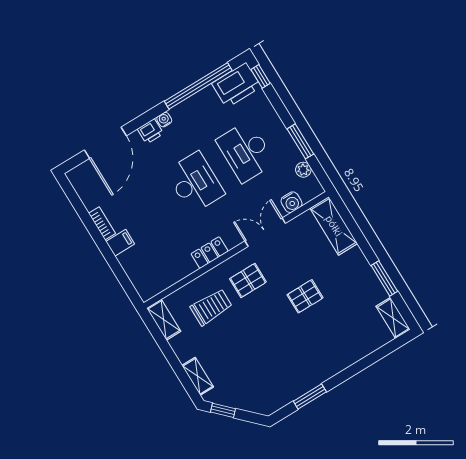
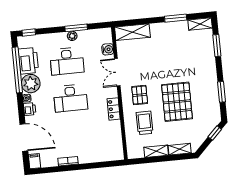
printer: (236, 85) -> (28, 61), moved
plant: (188, 115) -> (31, 84), added
plant: (303, 170) -> (72, 36), moved
desk: (195, 183) -> (70, 98), turned 180
filing cabinet: (120, 243) -> (34, 161), moved
pallet: (305, 296) -> (177, 102), moved, width x2.05, depth x2.00
shelving: (164, 320) -> (156, 151), moved
window: (374, 357) -> (217, 46), added
window: (223, 410) -> (215, 133), moved

